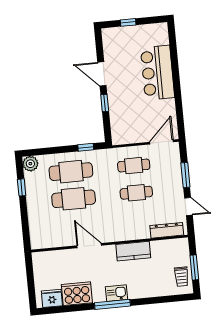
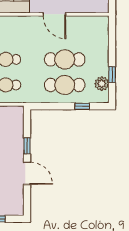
window: (86, 147) -> (82, 106), moved
plant: (30, 164) -> (102, 84), moved

